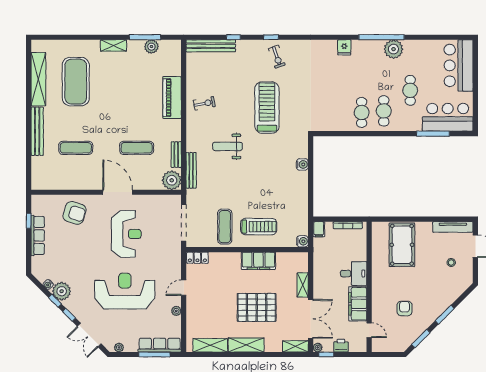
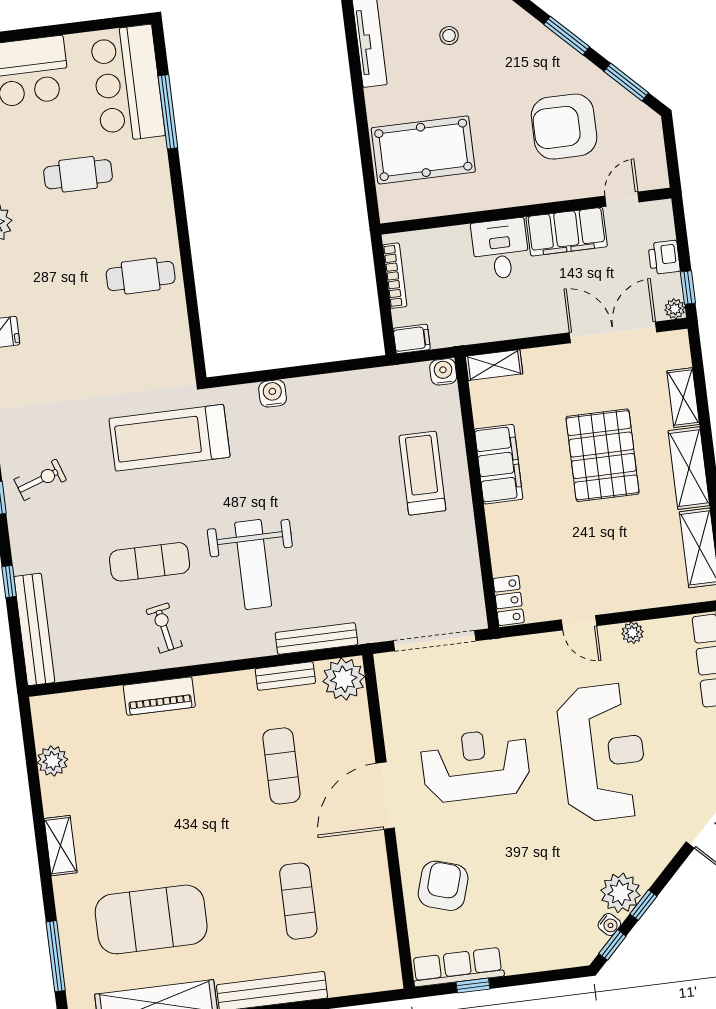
window: (145, 37) -> (56, 956), moved
piano: (172, 98) -> (159, 696), width x0.73, depth x0.75
treadmill: (267, 108) -> (169, 438), moved
cafe table: (384, 111) -> (131, 227), removed
weight bench: (228, 146) -> (253, 564), width x1.36, depth x1.33
exercise mat: (225, 227) -> (150, 562), moved
row of seats: (38, 235) -> (458, 967), moved
shelving: (303, 285) -> (494, 365), moved
reception desk: (125, 291) -> (603, 753), turned 180
armchair: (405, 308) -> (564, 127), width x1.88, depth x1.88
window: (69, 315) -> (612, 945), moved
shelving: (295, 346) -> (683, 398), moved

